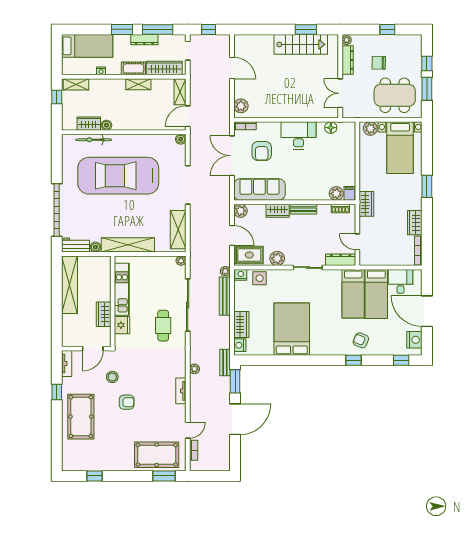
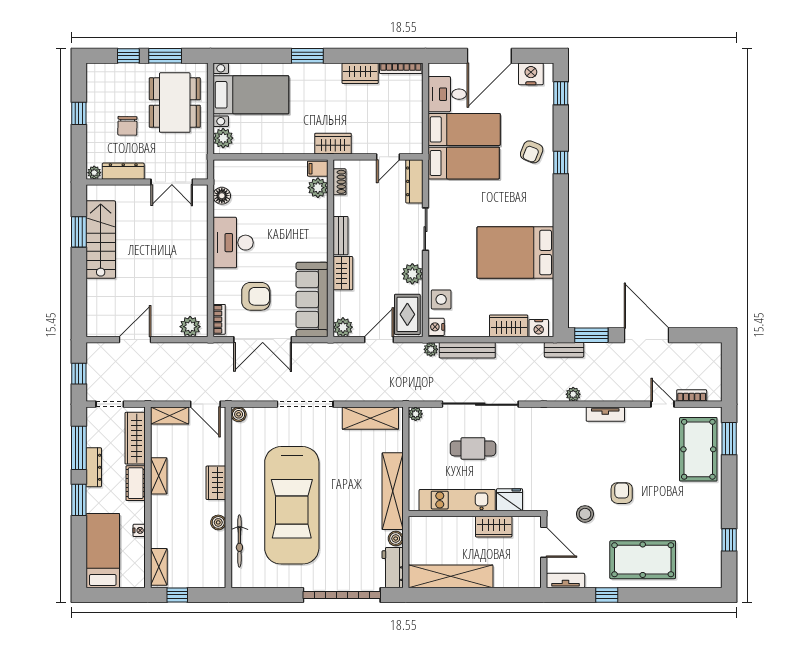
wardrobe: (89, 124) -> (216, 483), moved
cafe table: (163, 326) -> (473, 448), moved

